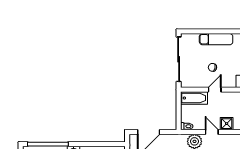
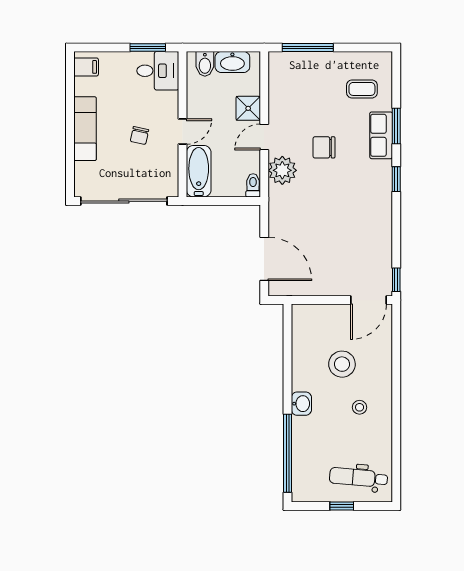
door: (215, 90) -> (183, 131), swing flipped

